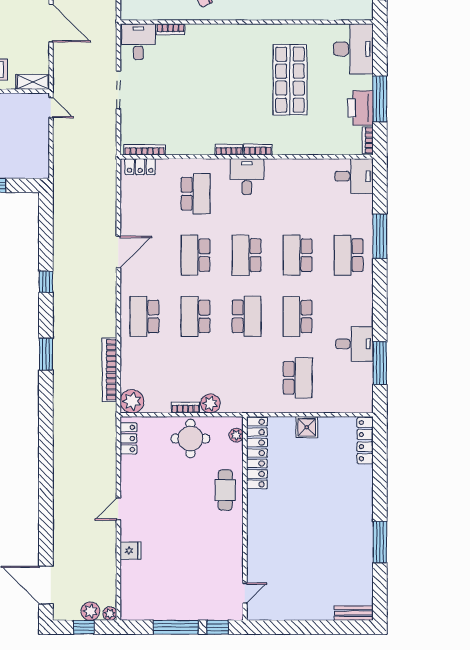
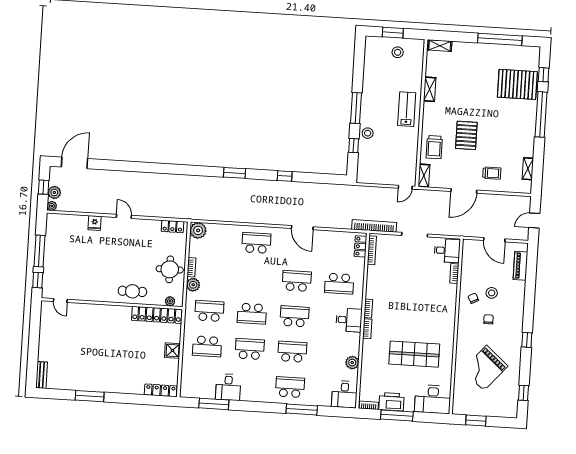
plant: (308, 168) -> (352, 363), added
school desk: (196, 316) -> (209, 311), moved
bookcase: (109, 370) -> (374, 226), moved

